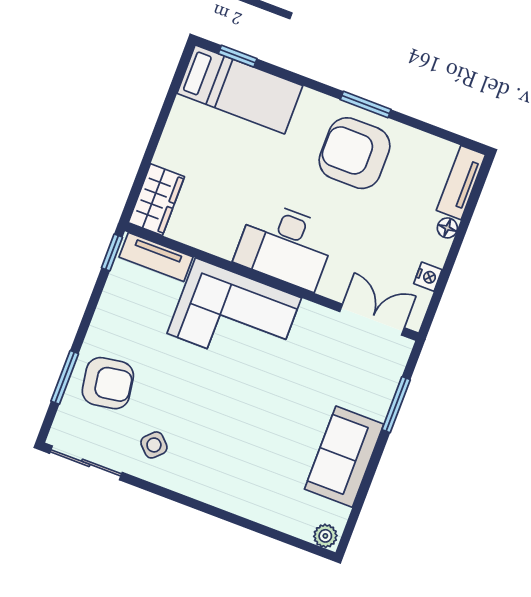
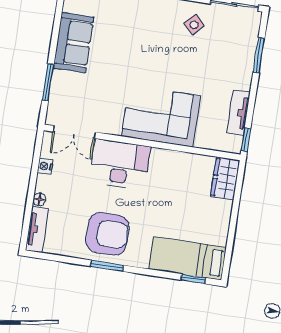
desk: (285, 245) -> (120, 164), moved
tv unit: (156, 257) -> (238, 113), moved, turned -90
armchair: (108, 383) -> (231, 57), removed

